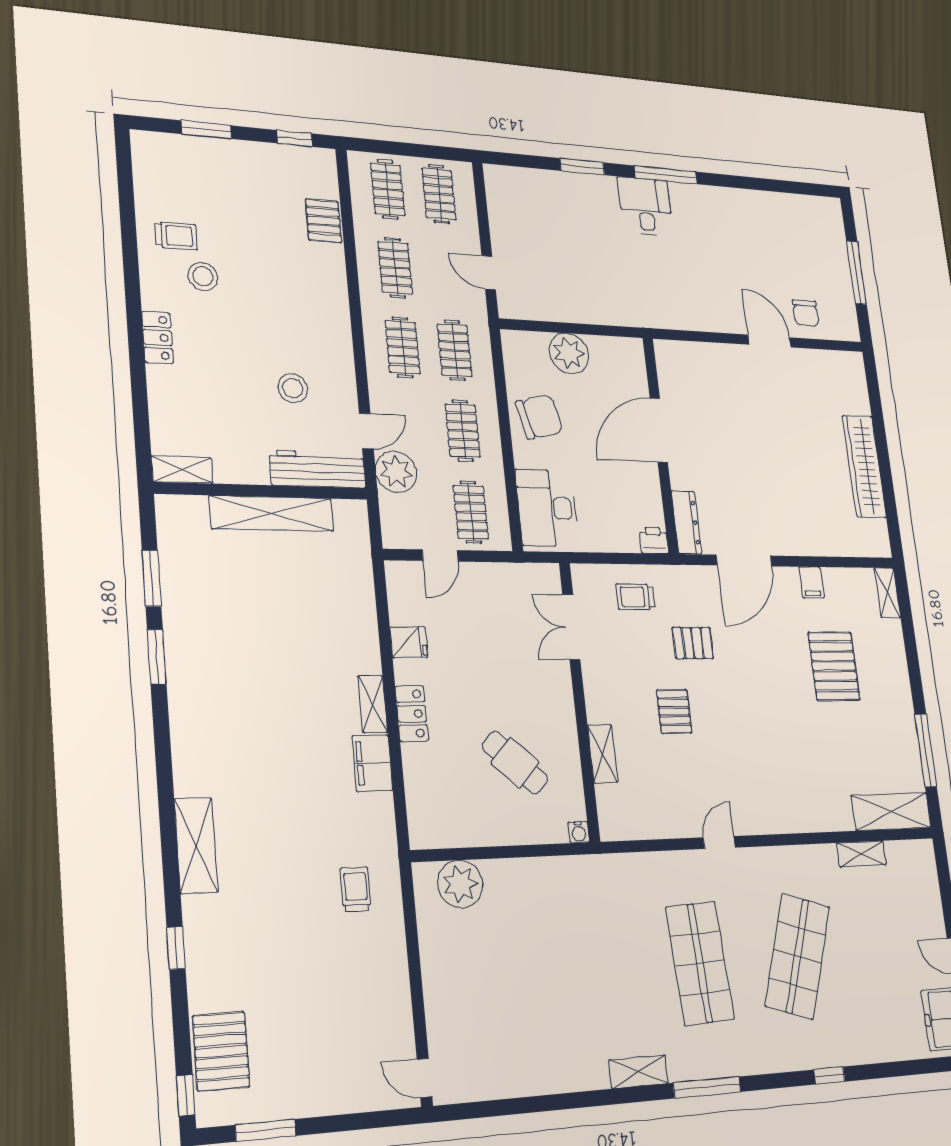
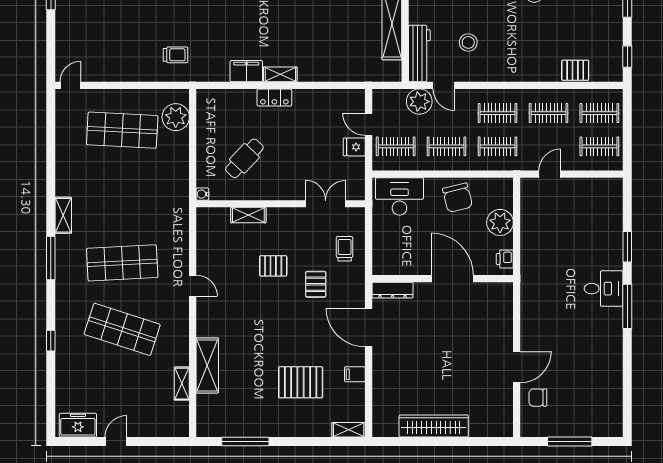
printer: (654, 540) -> (505, 259), moved, turned 180
fridge: (409, 642) -> (354, 147), moved, turned 90
shelving: (891, 812) -> (207, 365), moved
shop shelf: (491, 978) -> (122, 130), added

